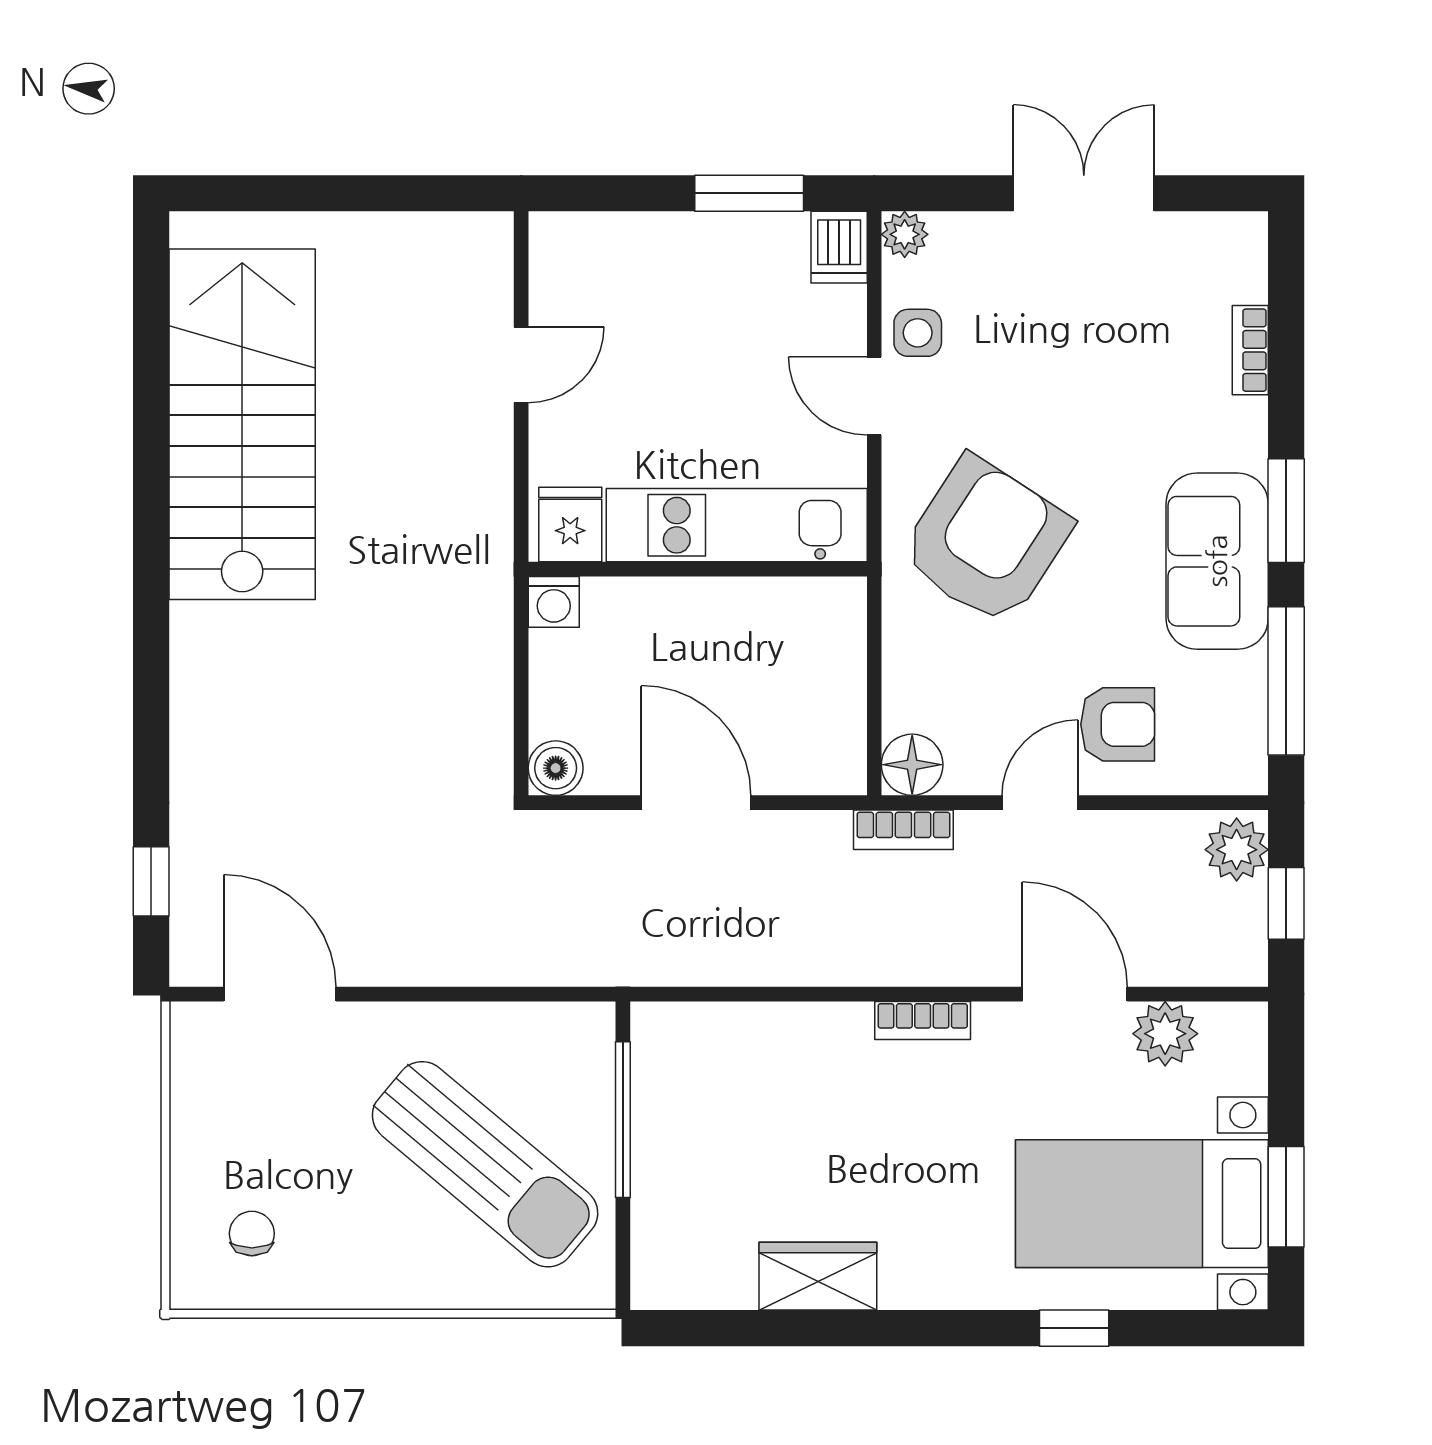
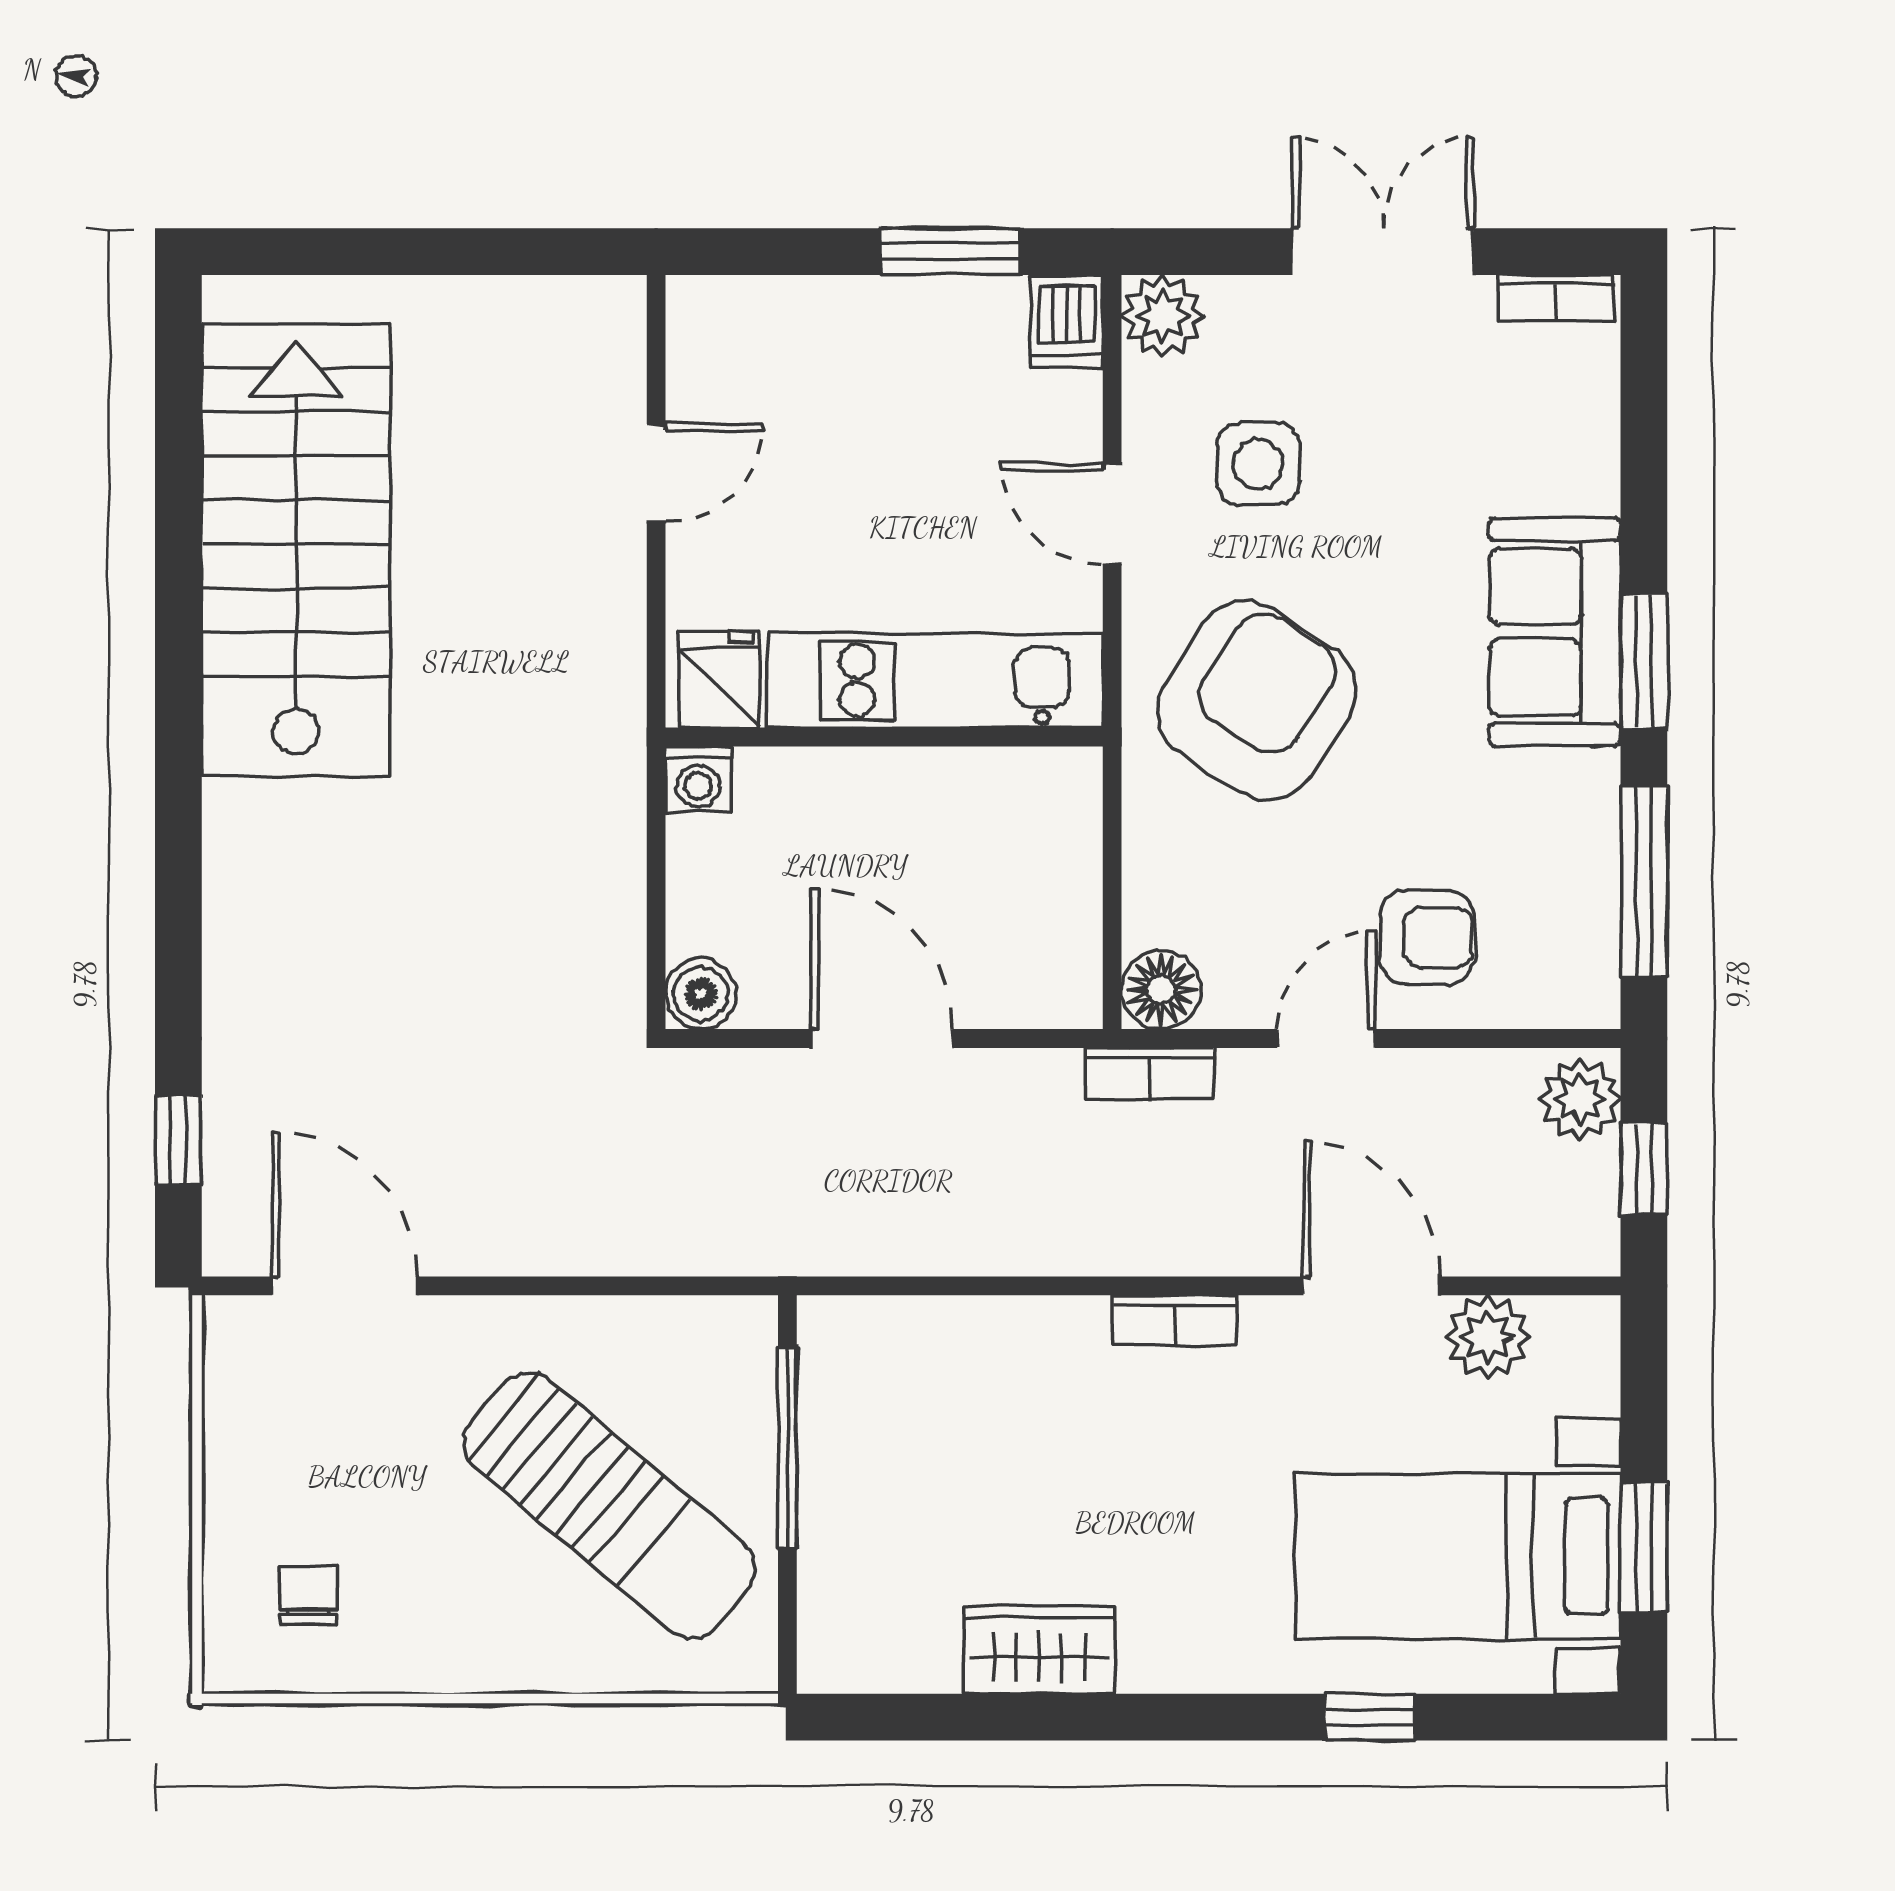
plant: (905, 234) -> (1163, 316), width x1.38, depth x1.38
side table: (918, 333) -> (1258, 464), moved, width x1.37, depth x1.37
bookcase: (1250, 350) -> (1556, 298), moved, turned -90
sofa: (1217, 561) -> (1555, 632), moved

